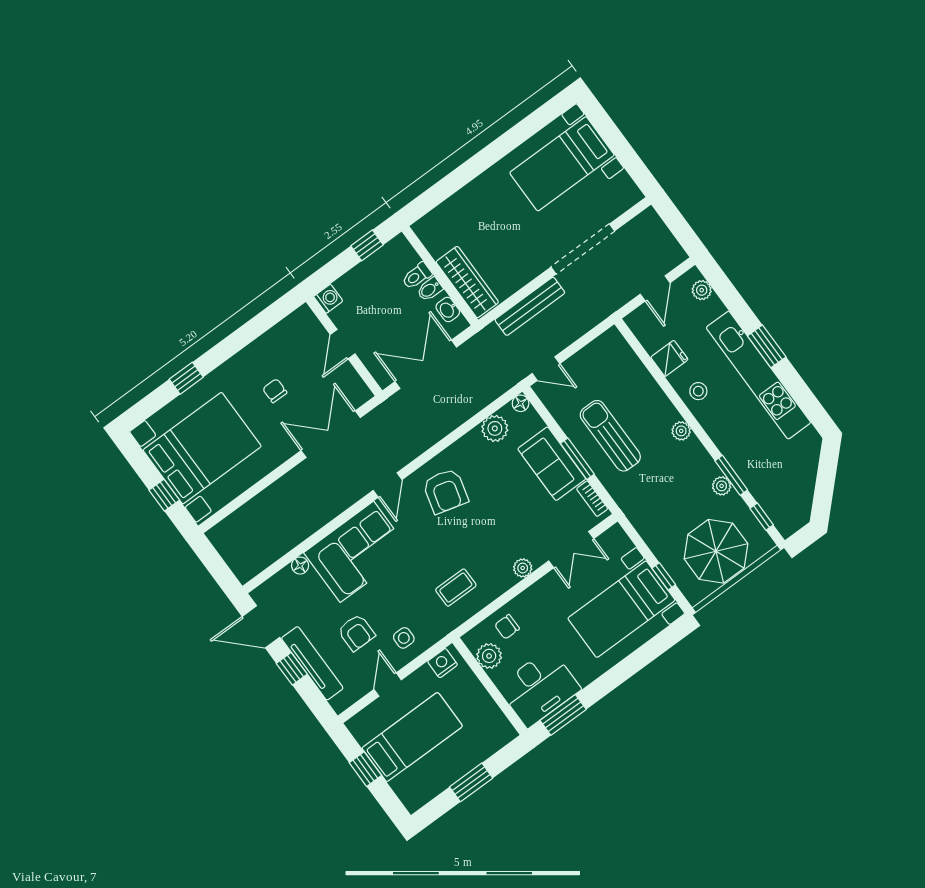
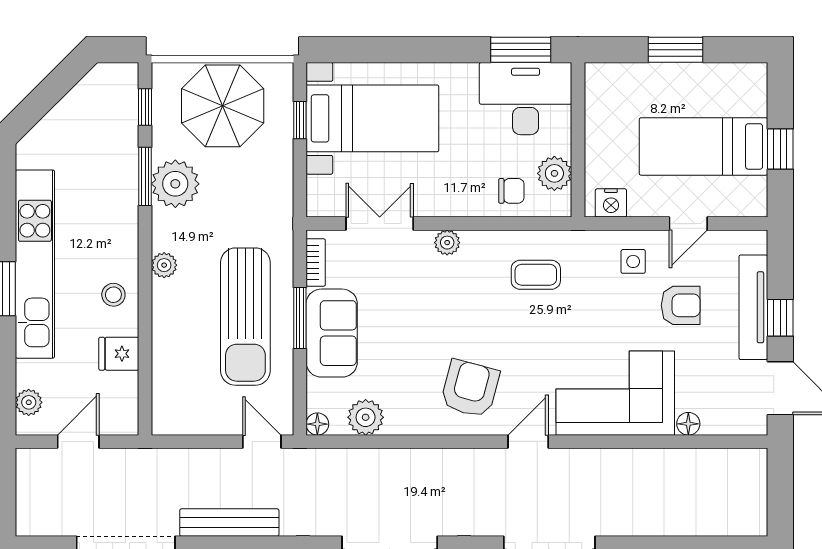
sun lounger: (610, 436) -> (245, 317), width x1.36, depth x1.34
plant: (722, 486) -> (175, 184), width x1.87, depth x1.87
armchair: (356, 633) -> (681, 305), turned 90

